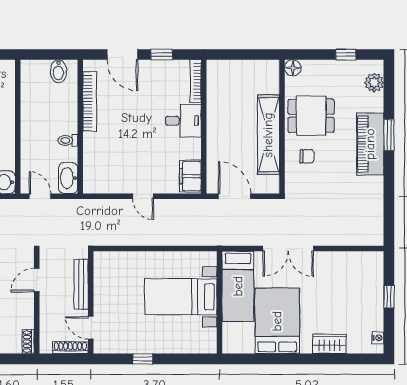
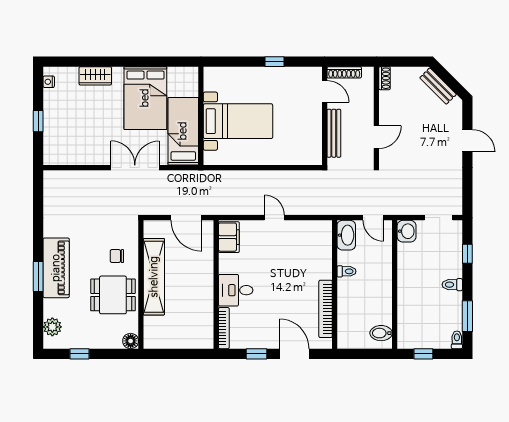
bidet: (58, 71) -> (381, 333), moved, turned -90

